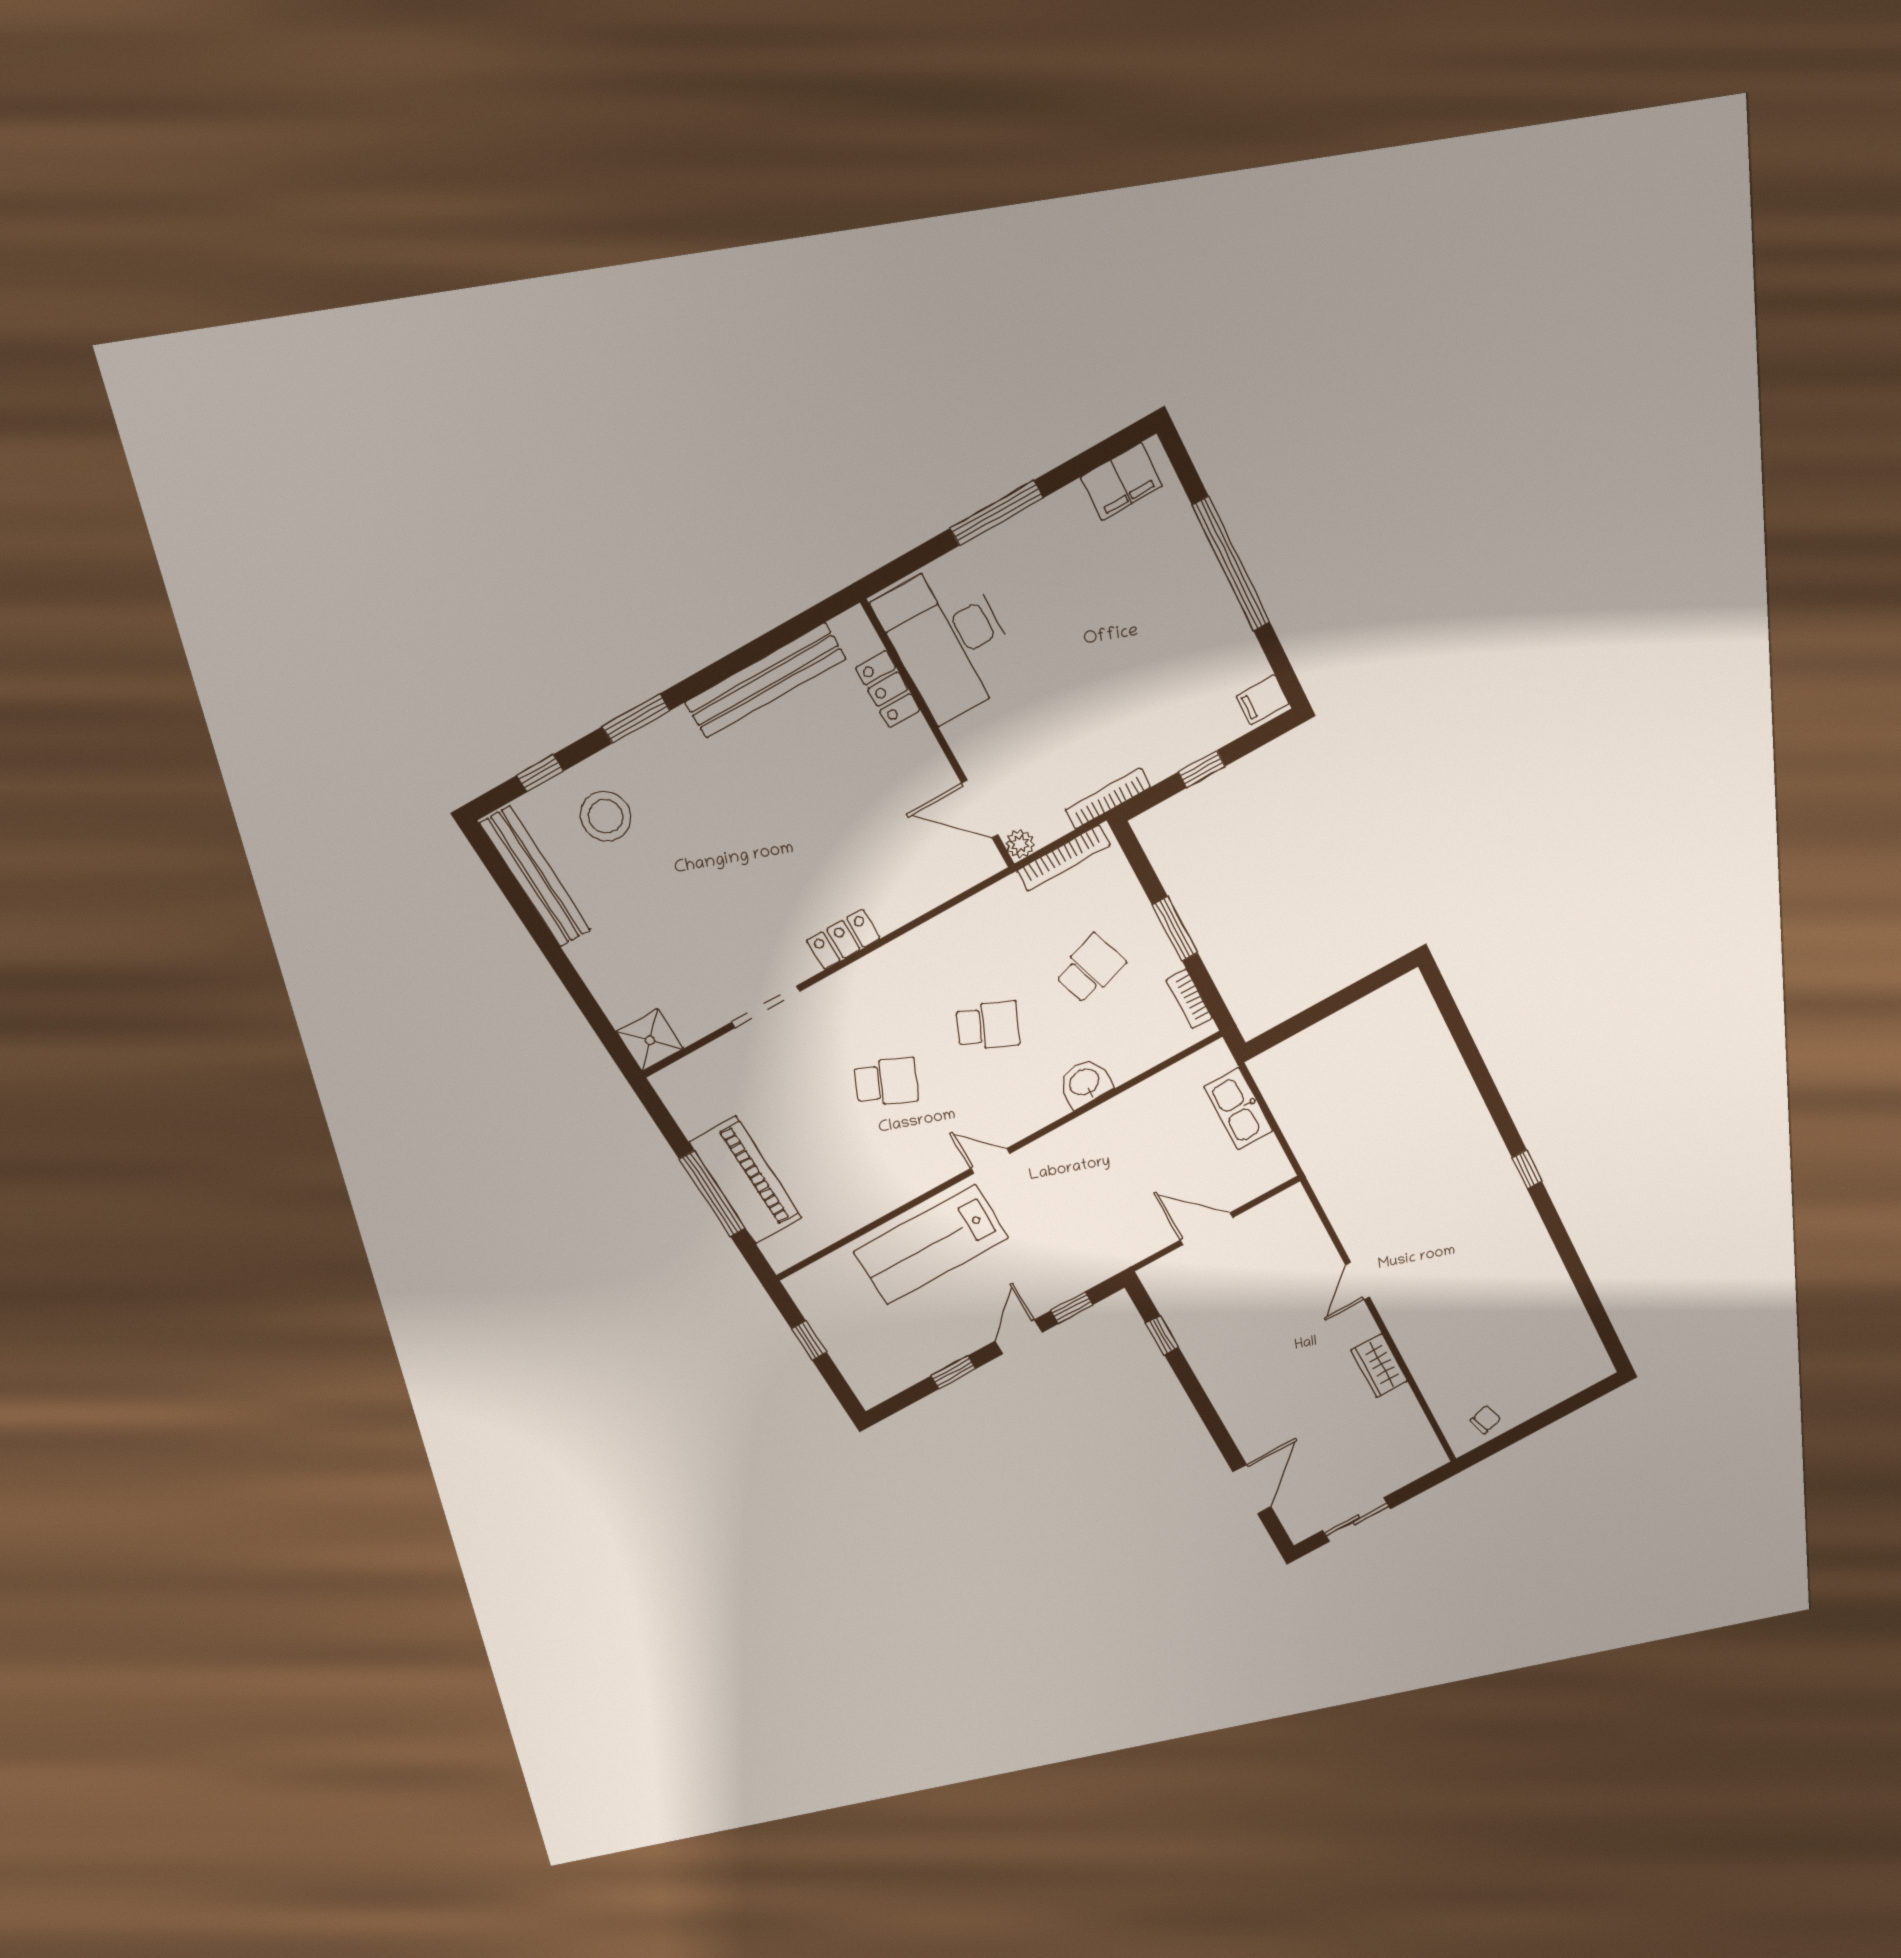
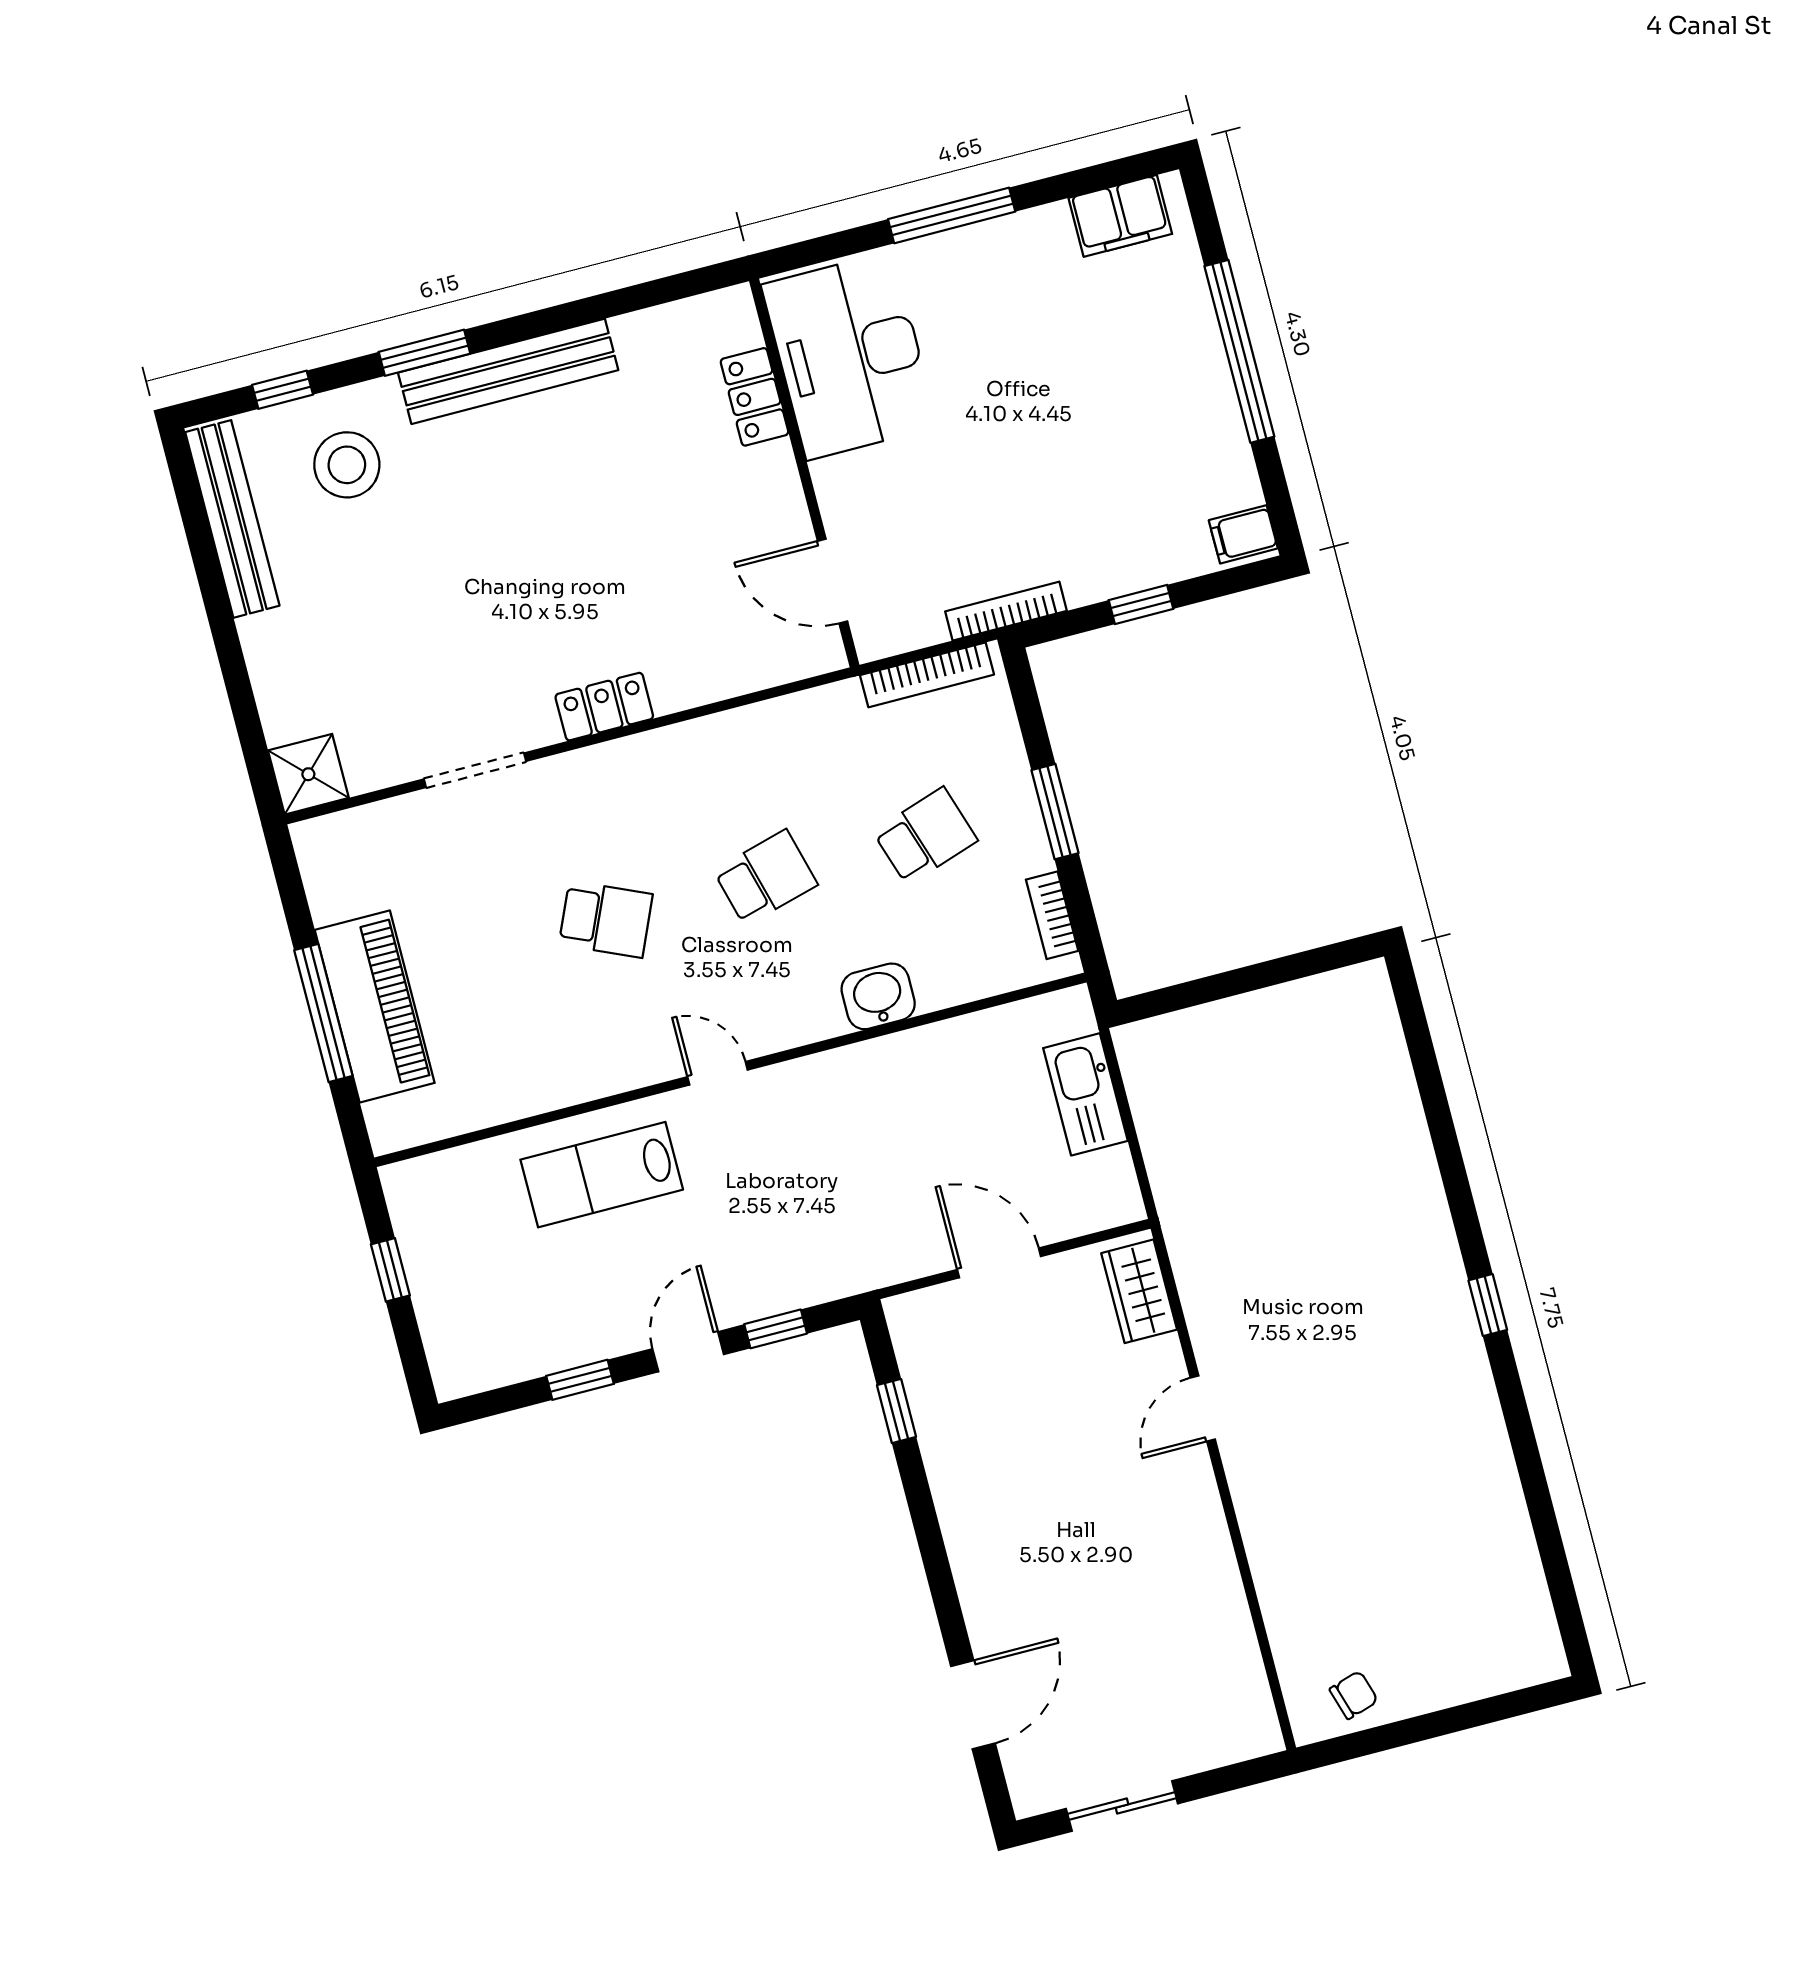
bench: (765, 681) -> (508, 371), moved
plant: (1020, 844) -> (874, 641), removed
school desk: (988, 1026) -> (765, 878), turned -39
lab bench: (931, 1245) -> (602, 1175), width x0.73, depth x0.72
wardrobe: (1379, 1366) -> (1139, 1291), moved

